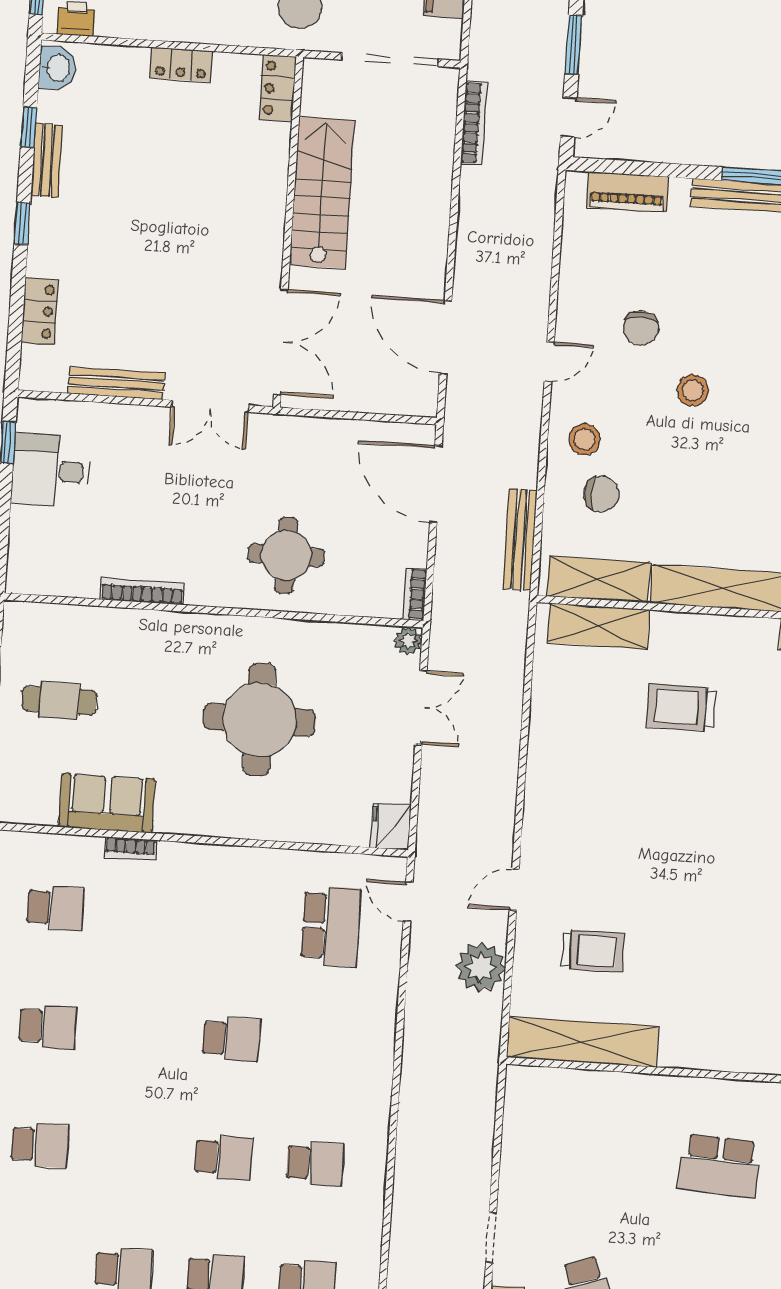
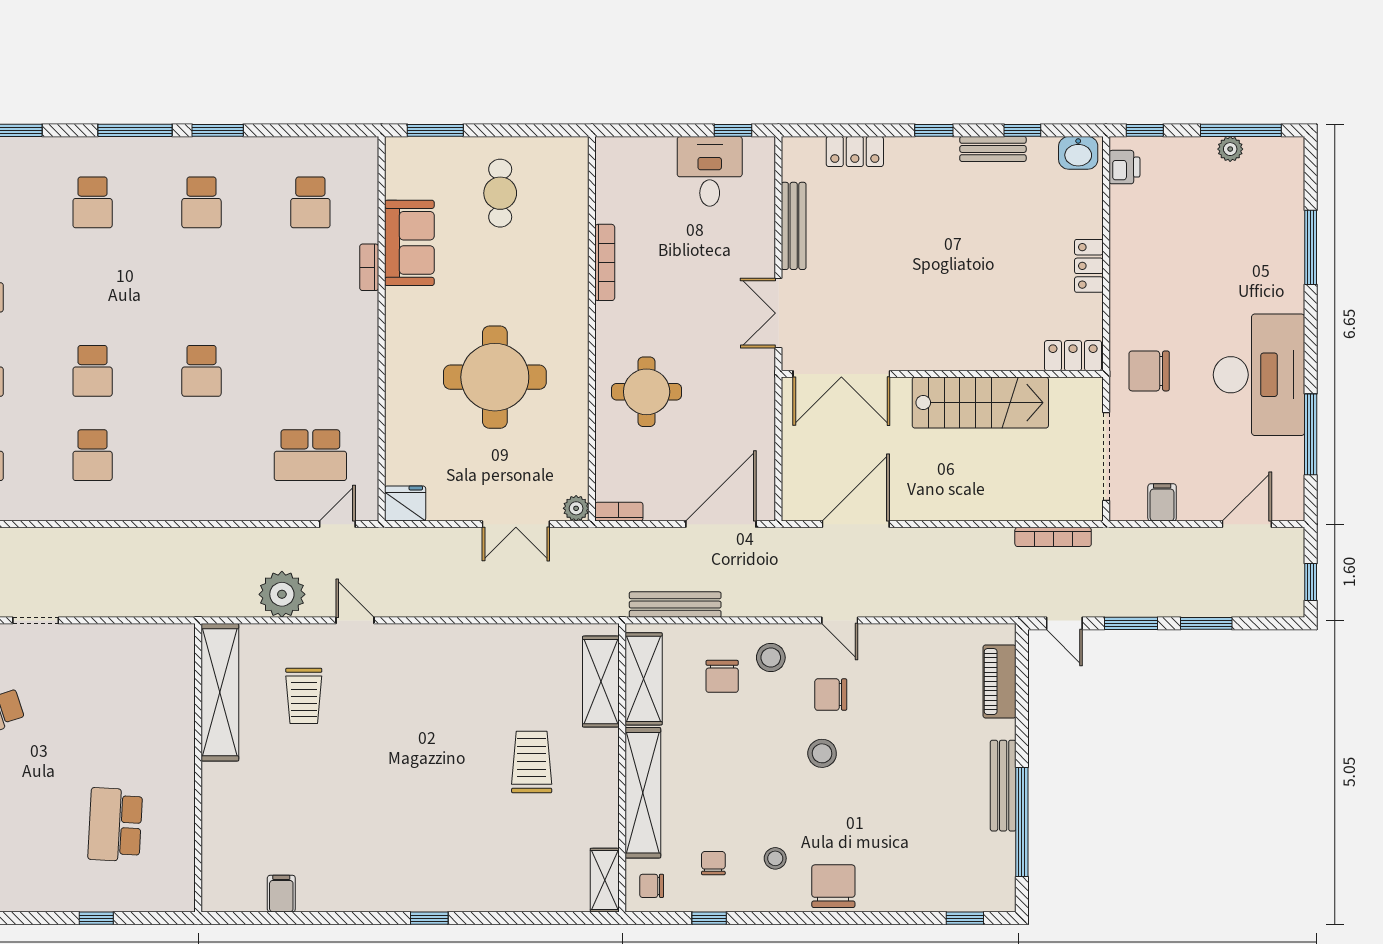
chair: (641, 328) -> (831, 695), moved

